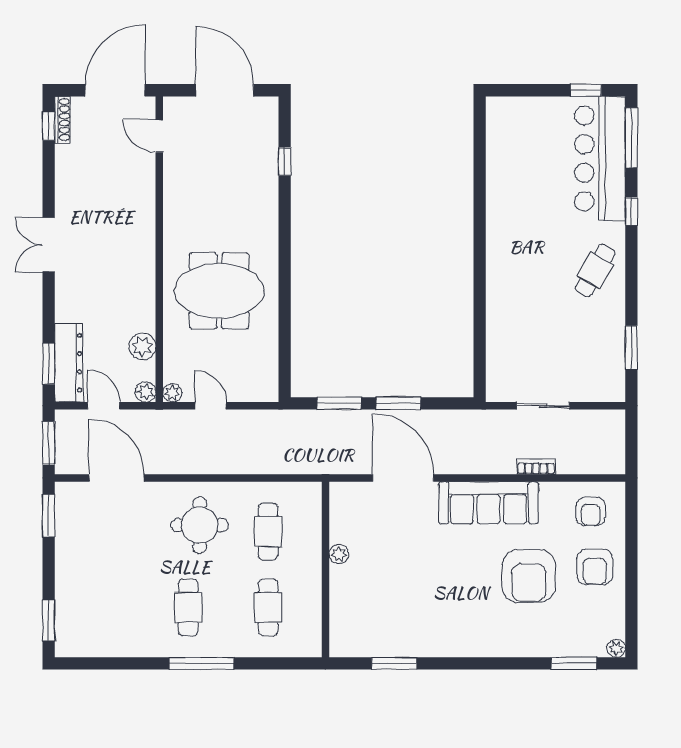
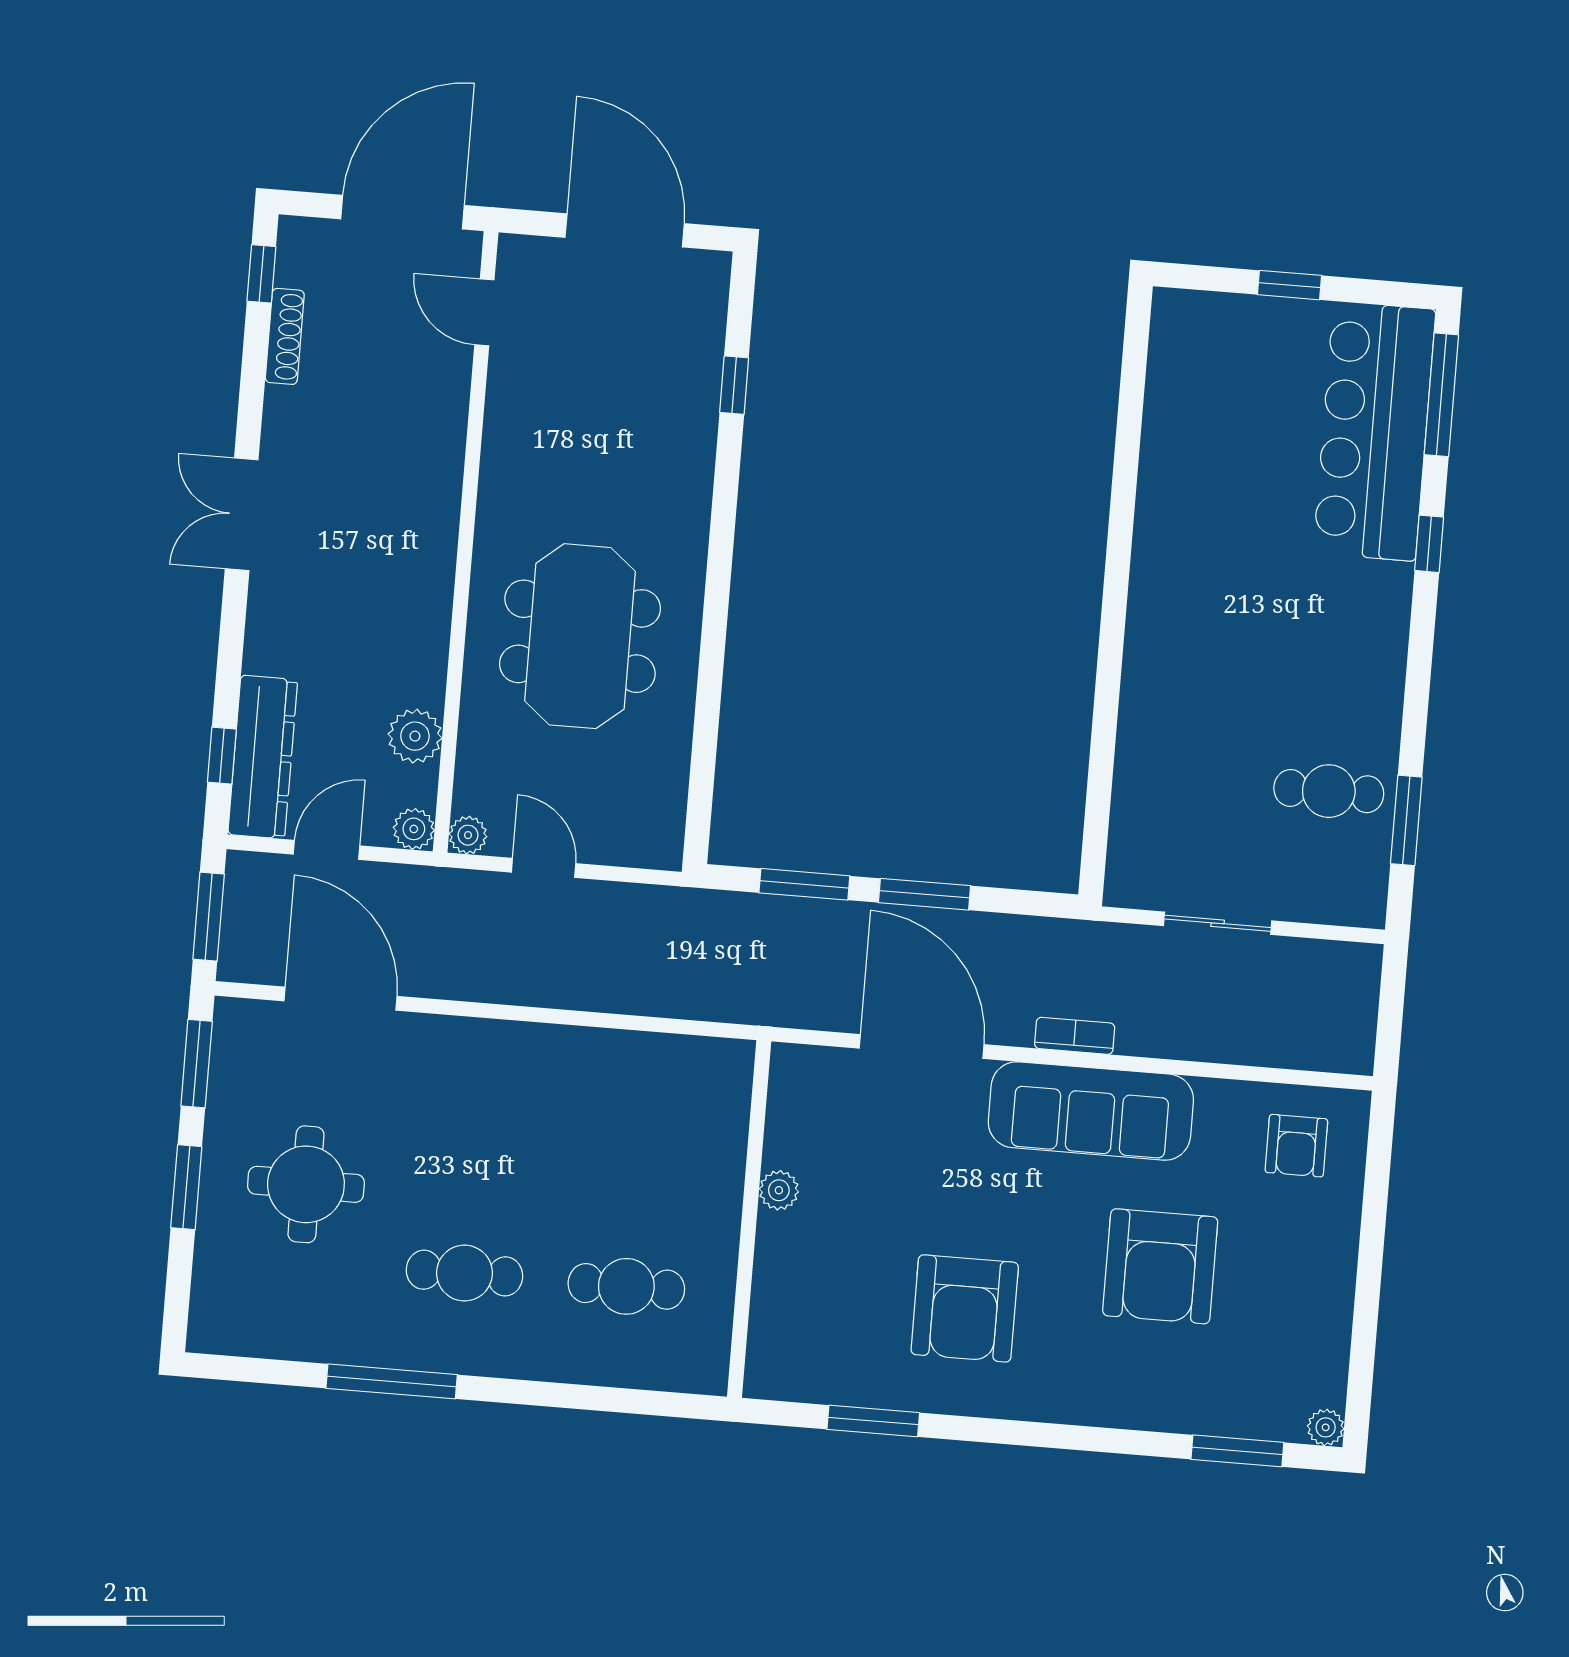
window: (586, 90) -> (1289, 285), moved
shoe rack: (62, 120) -> (285, 336), moved
cafe table: (595, 270) -> (1329, 791), moved, turned 60
meeting table: (219, 291) -> (580, 636), turned 90
window: (49, 364) -> (222, 756), width x0.67
door: (104, 406) -> (326, 850), hinge flipped
bookcase: (536, 467) -> (1075, 1036), moved
round table: (200, 525) -> (306, 1184), moved
cafe table: (268, 532) -> (639, 1133), removed
armchair: (595, 567) -> (965, 1308), moved, width x1.36, depth x1.36
cafe table: (188, 607) -> (464, 1273), turned 90
cafe table: (268, 607) -> (626, 1286), turned 90
window: (49, 620) -> (186, 1187), moved
window: (201, 663) -> (392, 1381), moved

